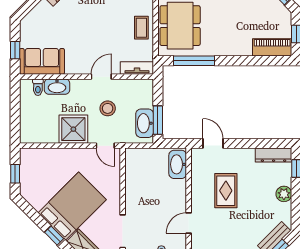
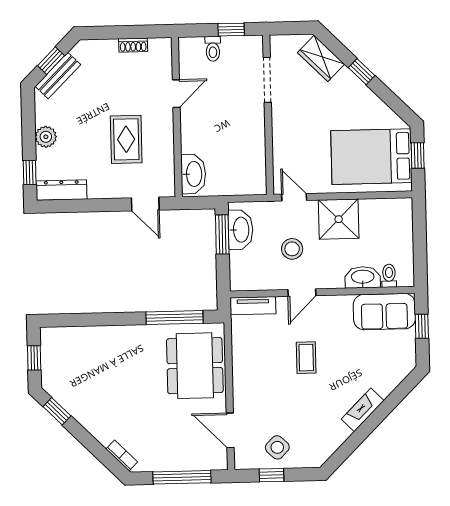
coffee table: (141, 28) -> (306, 358), moved
piano: (272, 47) -> (67, 339), removed
bed: (72, 206) -> (371, 157), moved, turned 45

